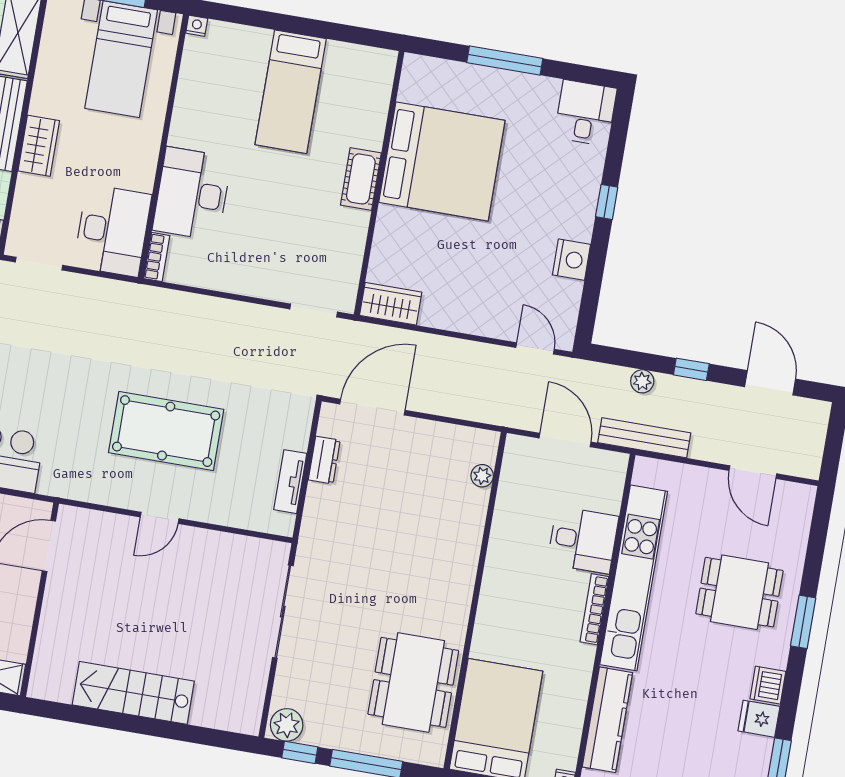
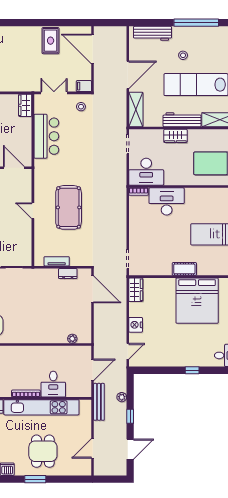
nightstand: (572, 260) -> (136, 325), moved, turned 90

